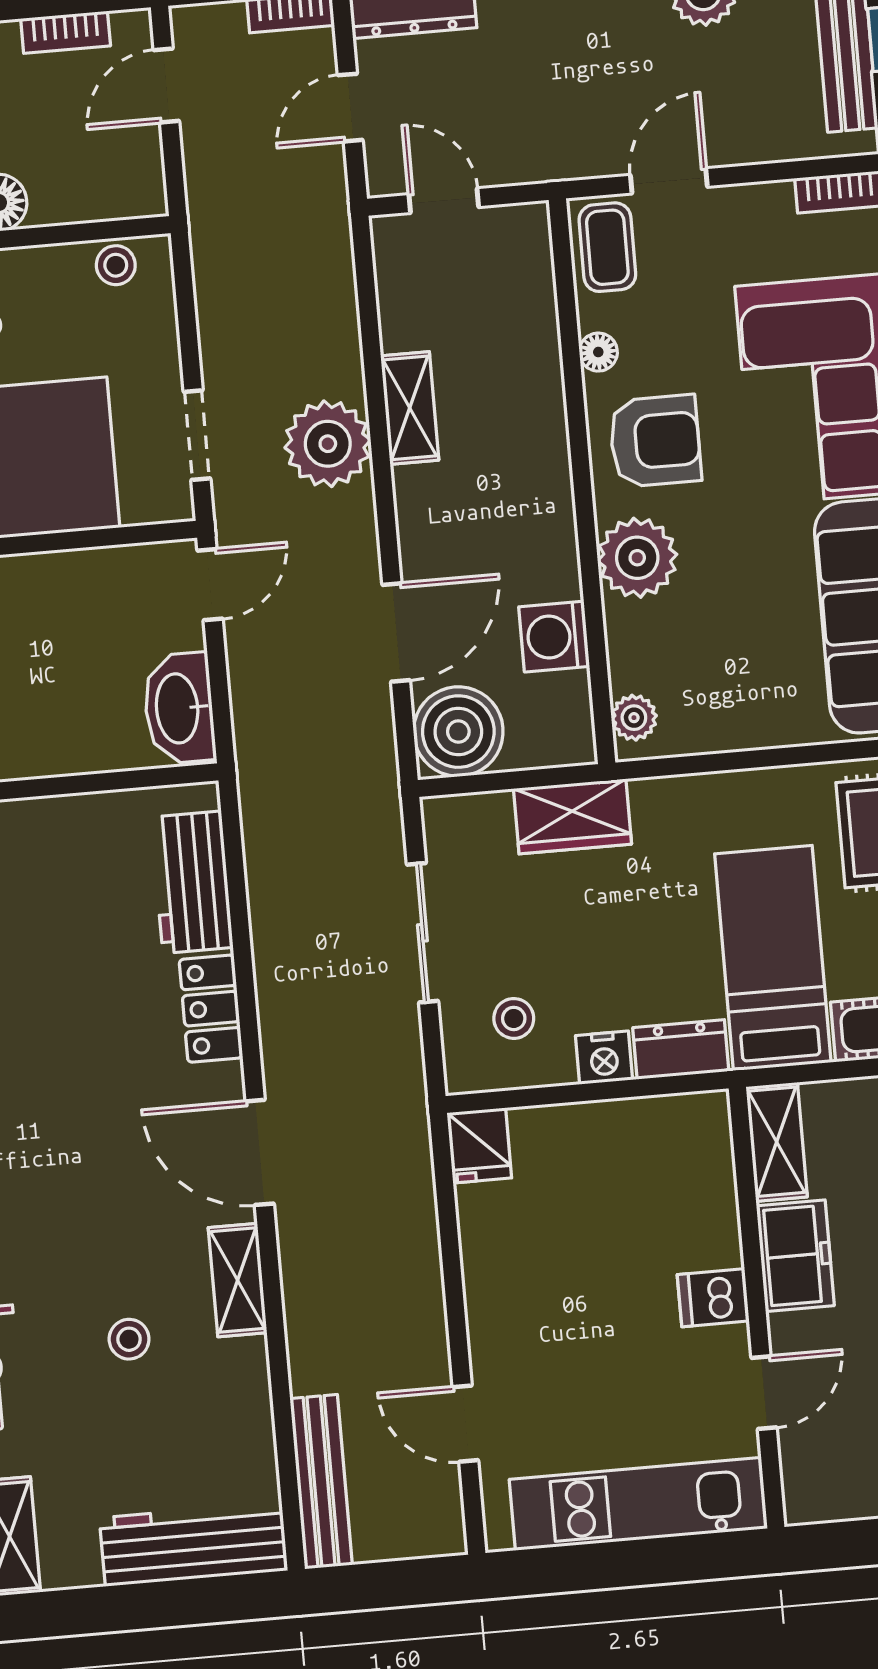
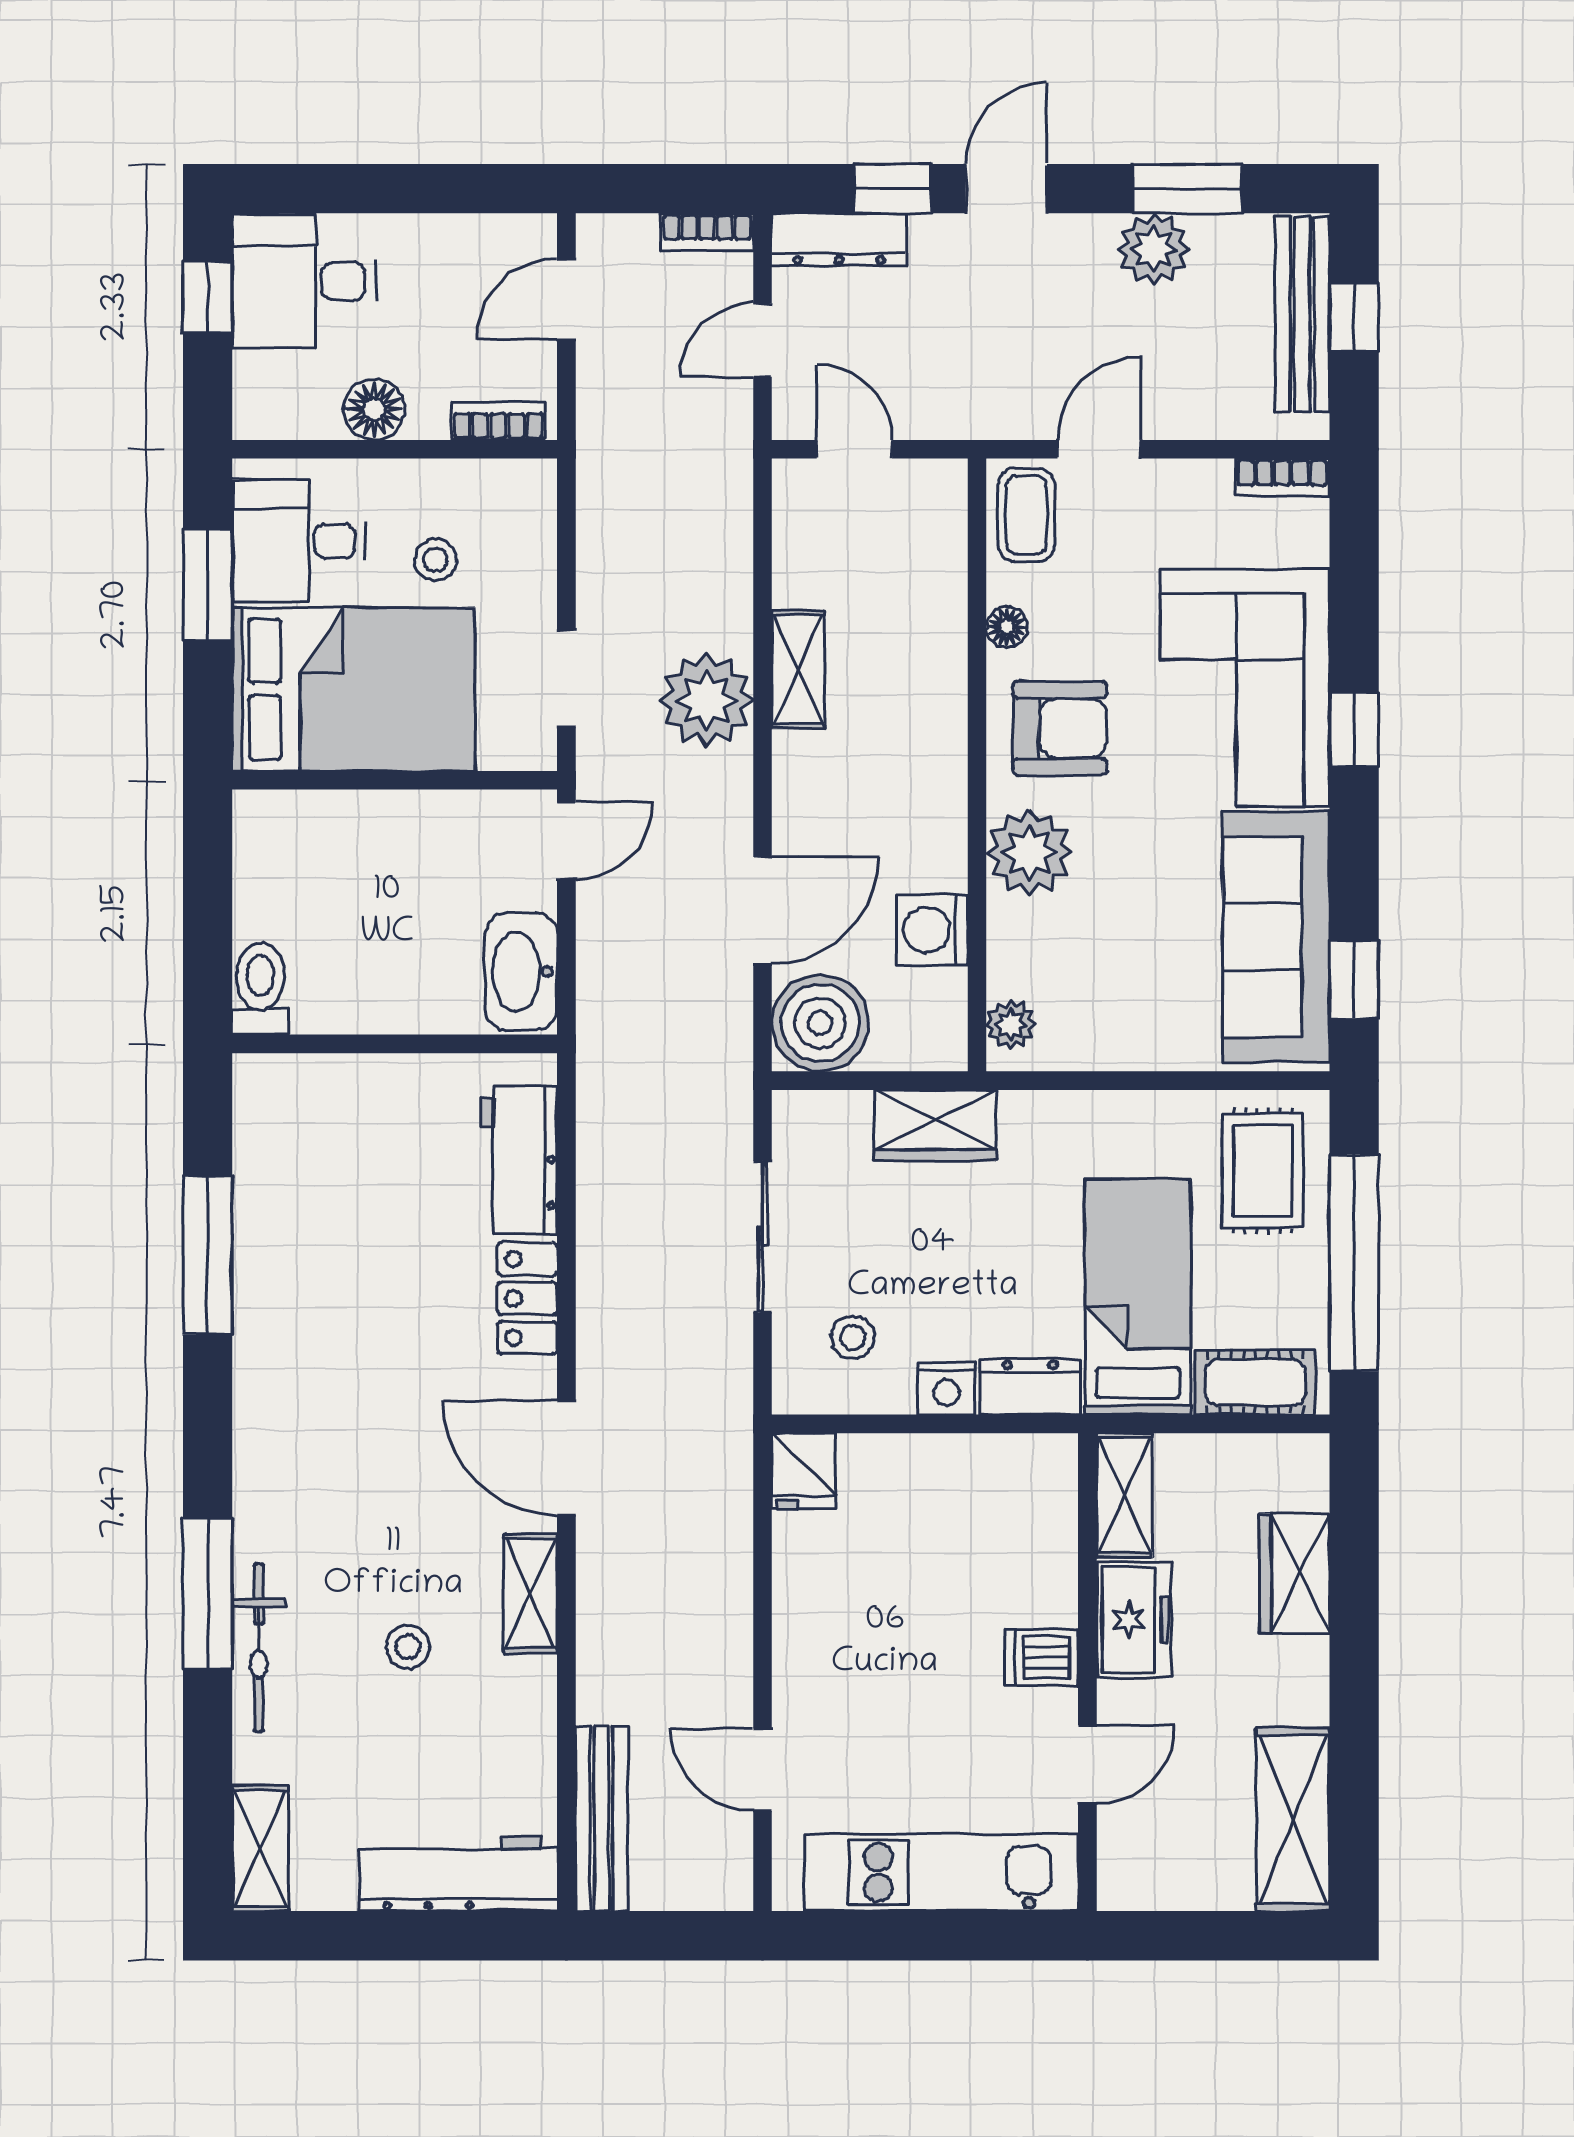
bookcase: (66, 32) -> (498, 421), moved, turned 180
stool: (116, 265) -> (436, 560), moved

